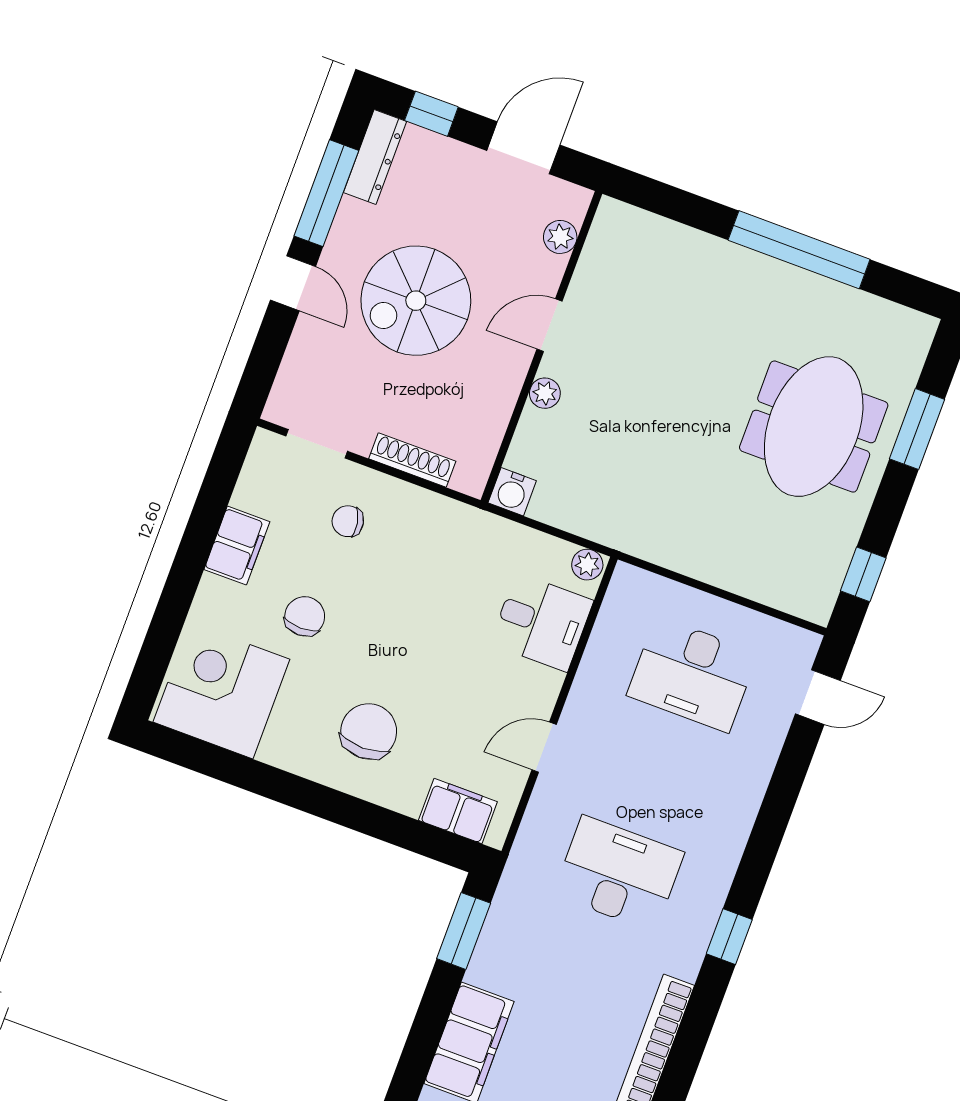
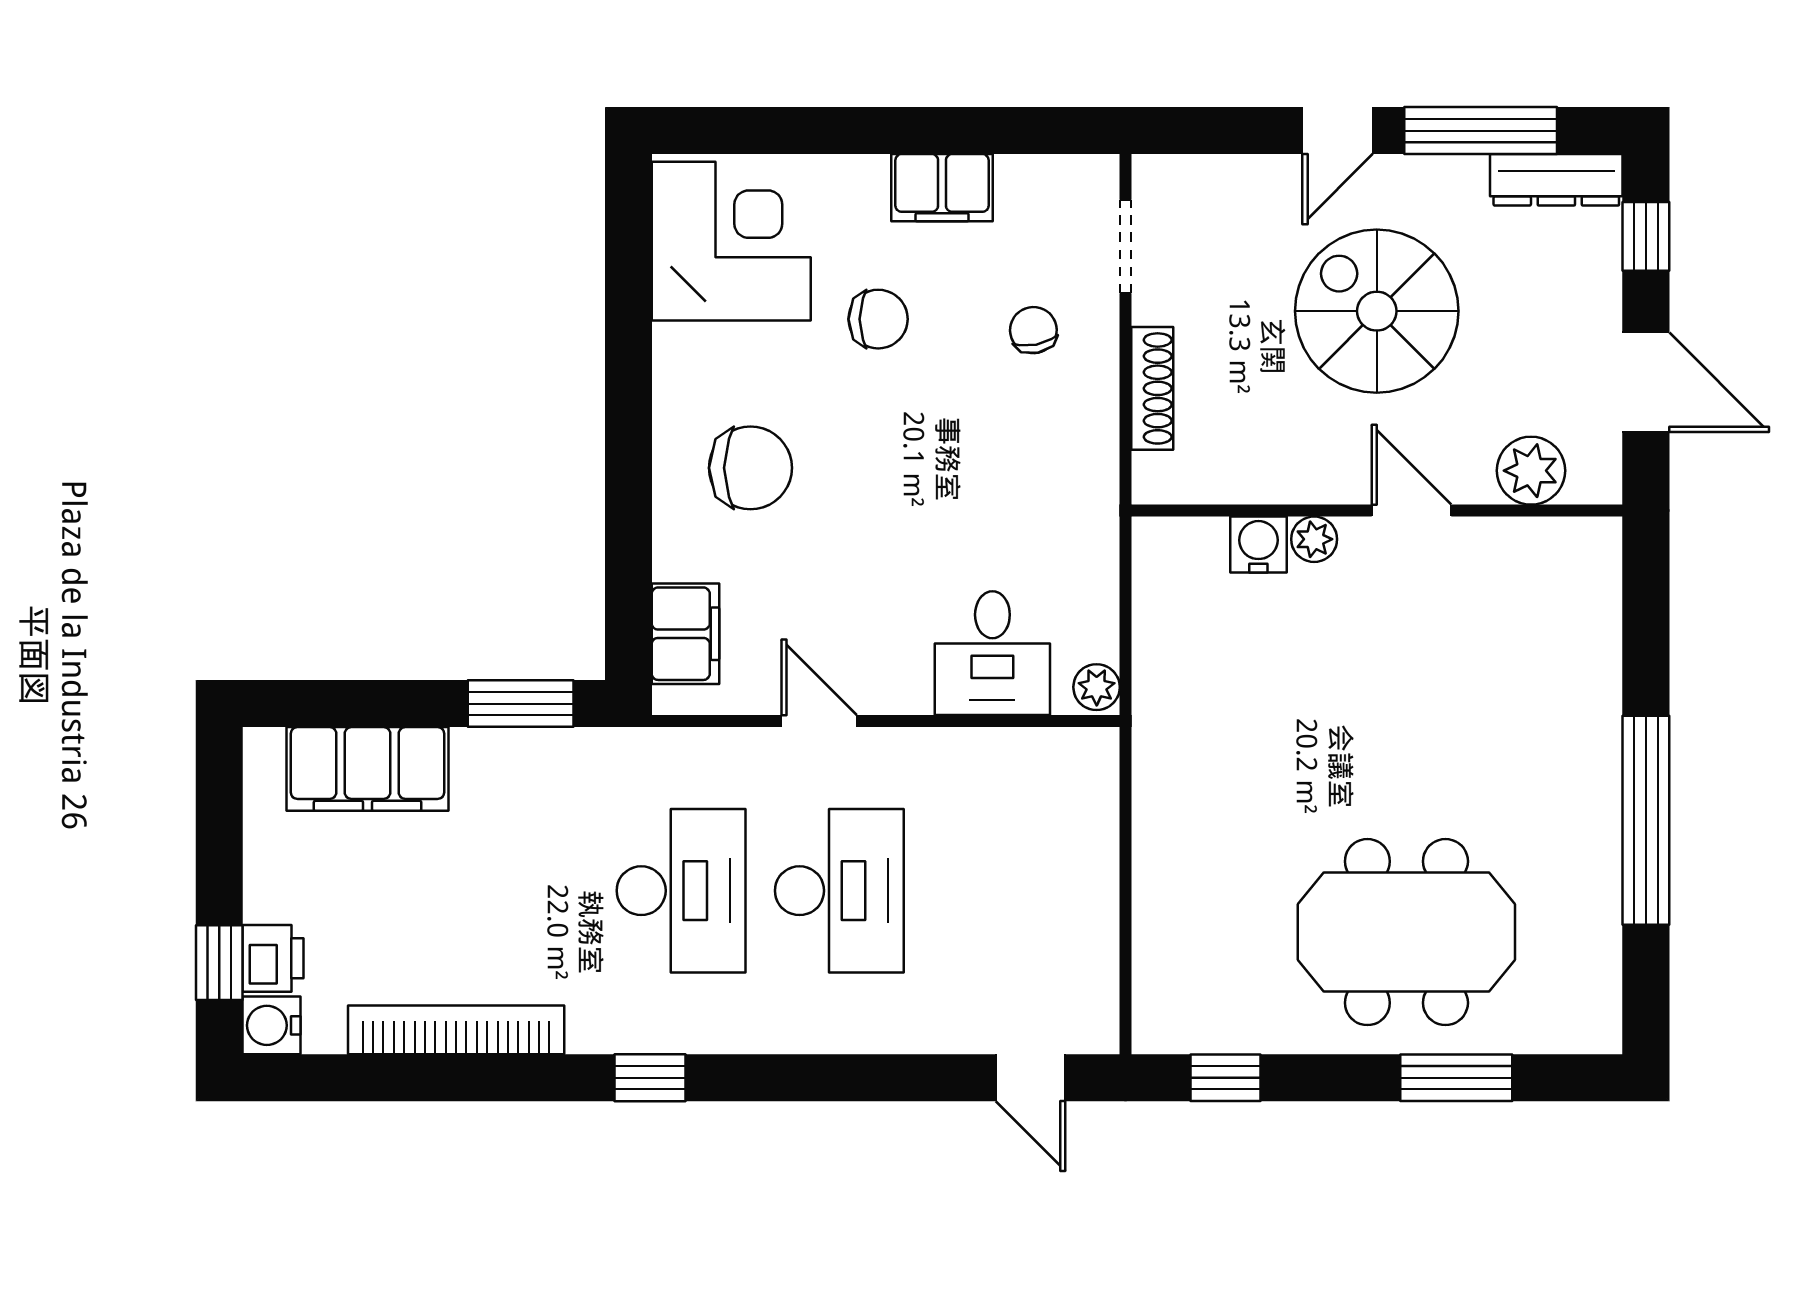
plant: (560, 237) -> (1531, 471), width x1.38, depth x1.38
water cooler: (512, 492) -> (1258, 545), moved, turned 90
desk: (692, 674) -> (839, 891), moved, turned 180

